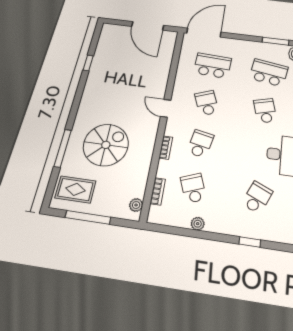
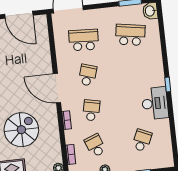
school desk: (207, 103) -> (88, 75), turned 39
door: (166, 108) -> (57, 88), width x1.88
school desk: (265, 111) -> (134, 70), removed

